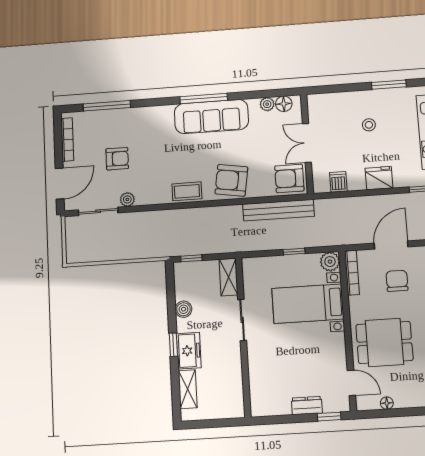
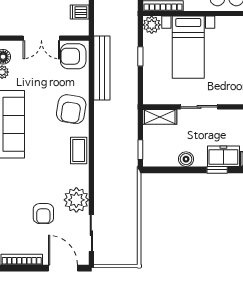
armchair: (117, 159) -> (43, 214), turned 180
armchair: (289, 178) -> (73, 56), turned 90
plant: (127, 199) -> (76, 200), width x1.87, depth x1.87

